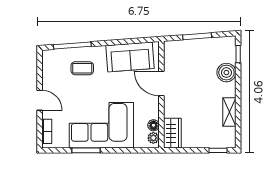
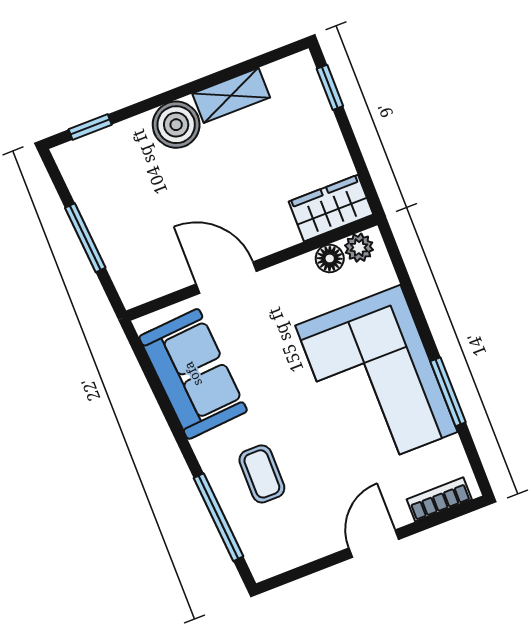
boiler: (226, 73) -> (176, 125), moved
door: (161, 84) -> (226, 278), swing flipped

